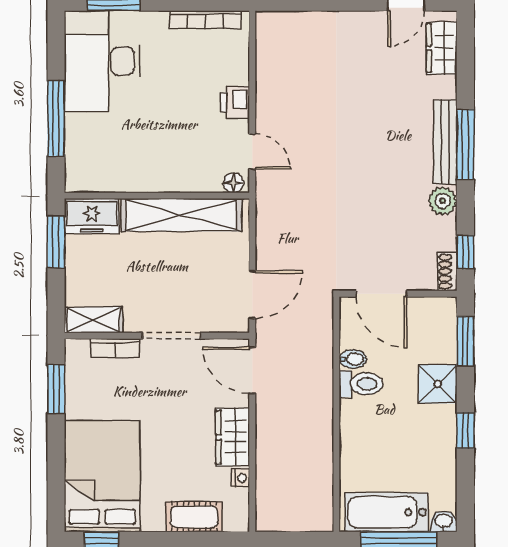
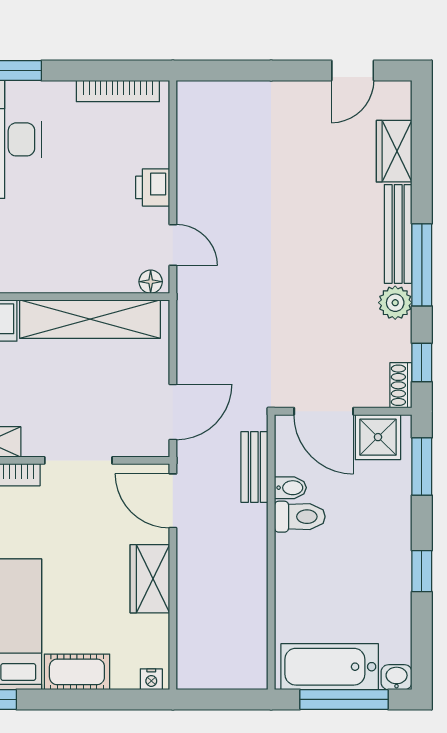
wardrobe: (442, 48) -> (394, 151), moved
window: (465, 144) -> (422, 265), moved
bench: (322, 341) -> (254, 467), added
shower: (438, 384) -> (378, 437), moved
nightstand: (241, 478) -> (151, 679), moved, turned 90
cot: (194, 517) -> (77, 672), moved

